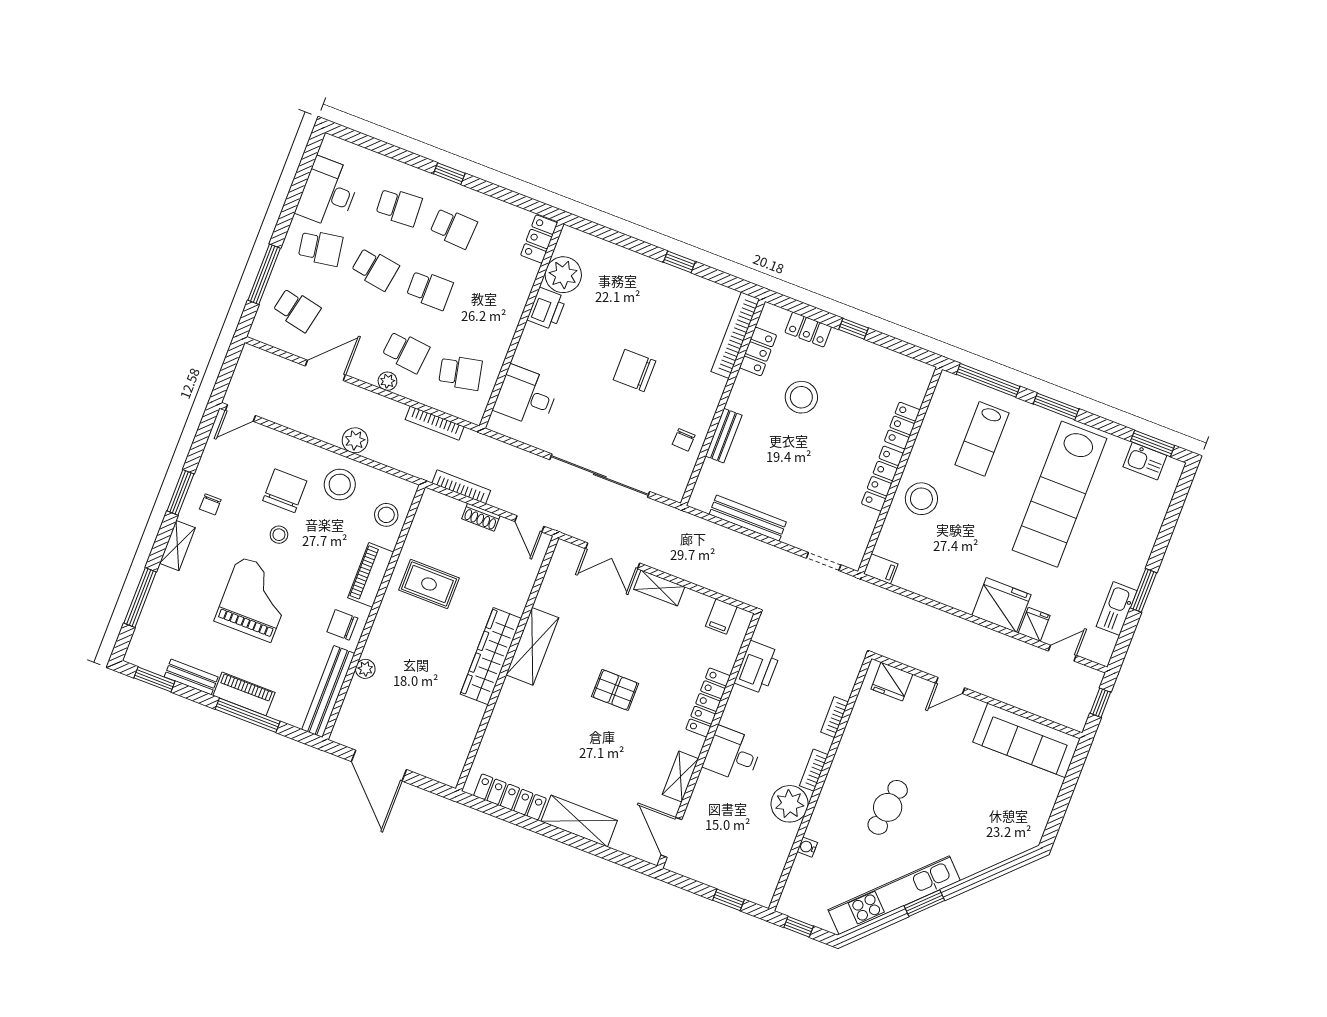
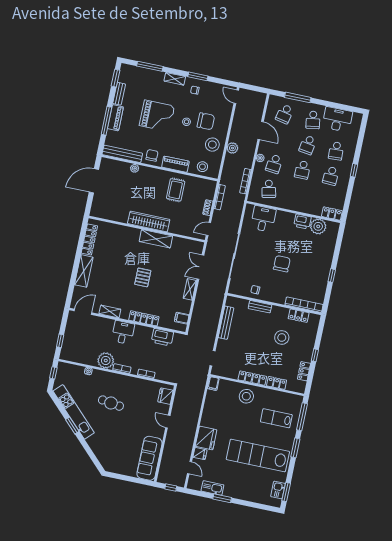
locker: (808, 329) -> (304, 371), moved

